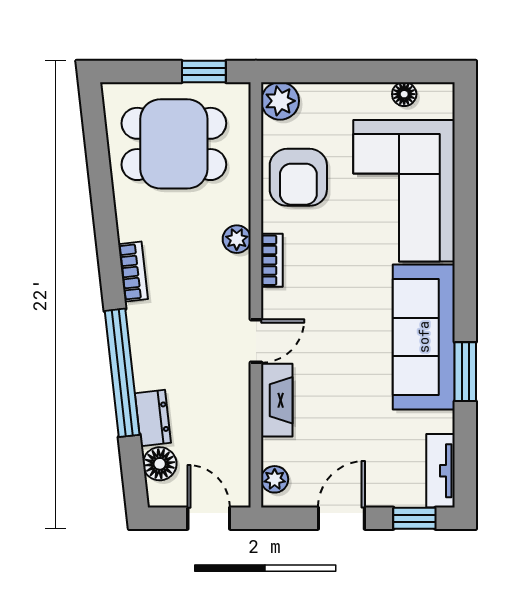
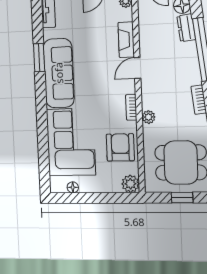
window: (204, 72) -> (182, 198), moved

